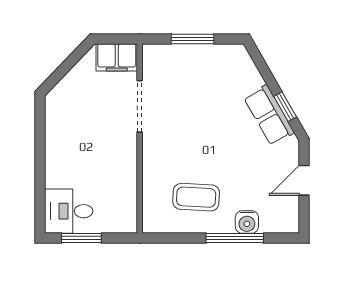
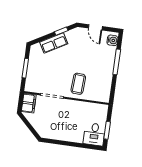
row of seats: (269, 115) -> (54, 43), moved
coffee table: (196, 197) -> (78, 84), moved
water cooler: (247, 222) -> (112, 40), moved

